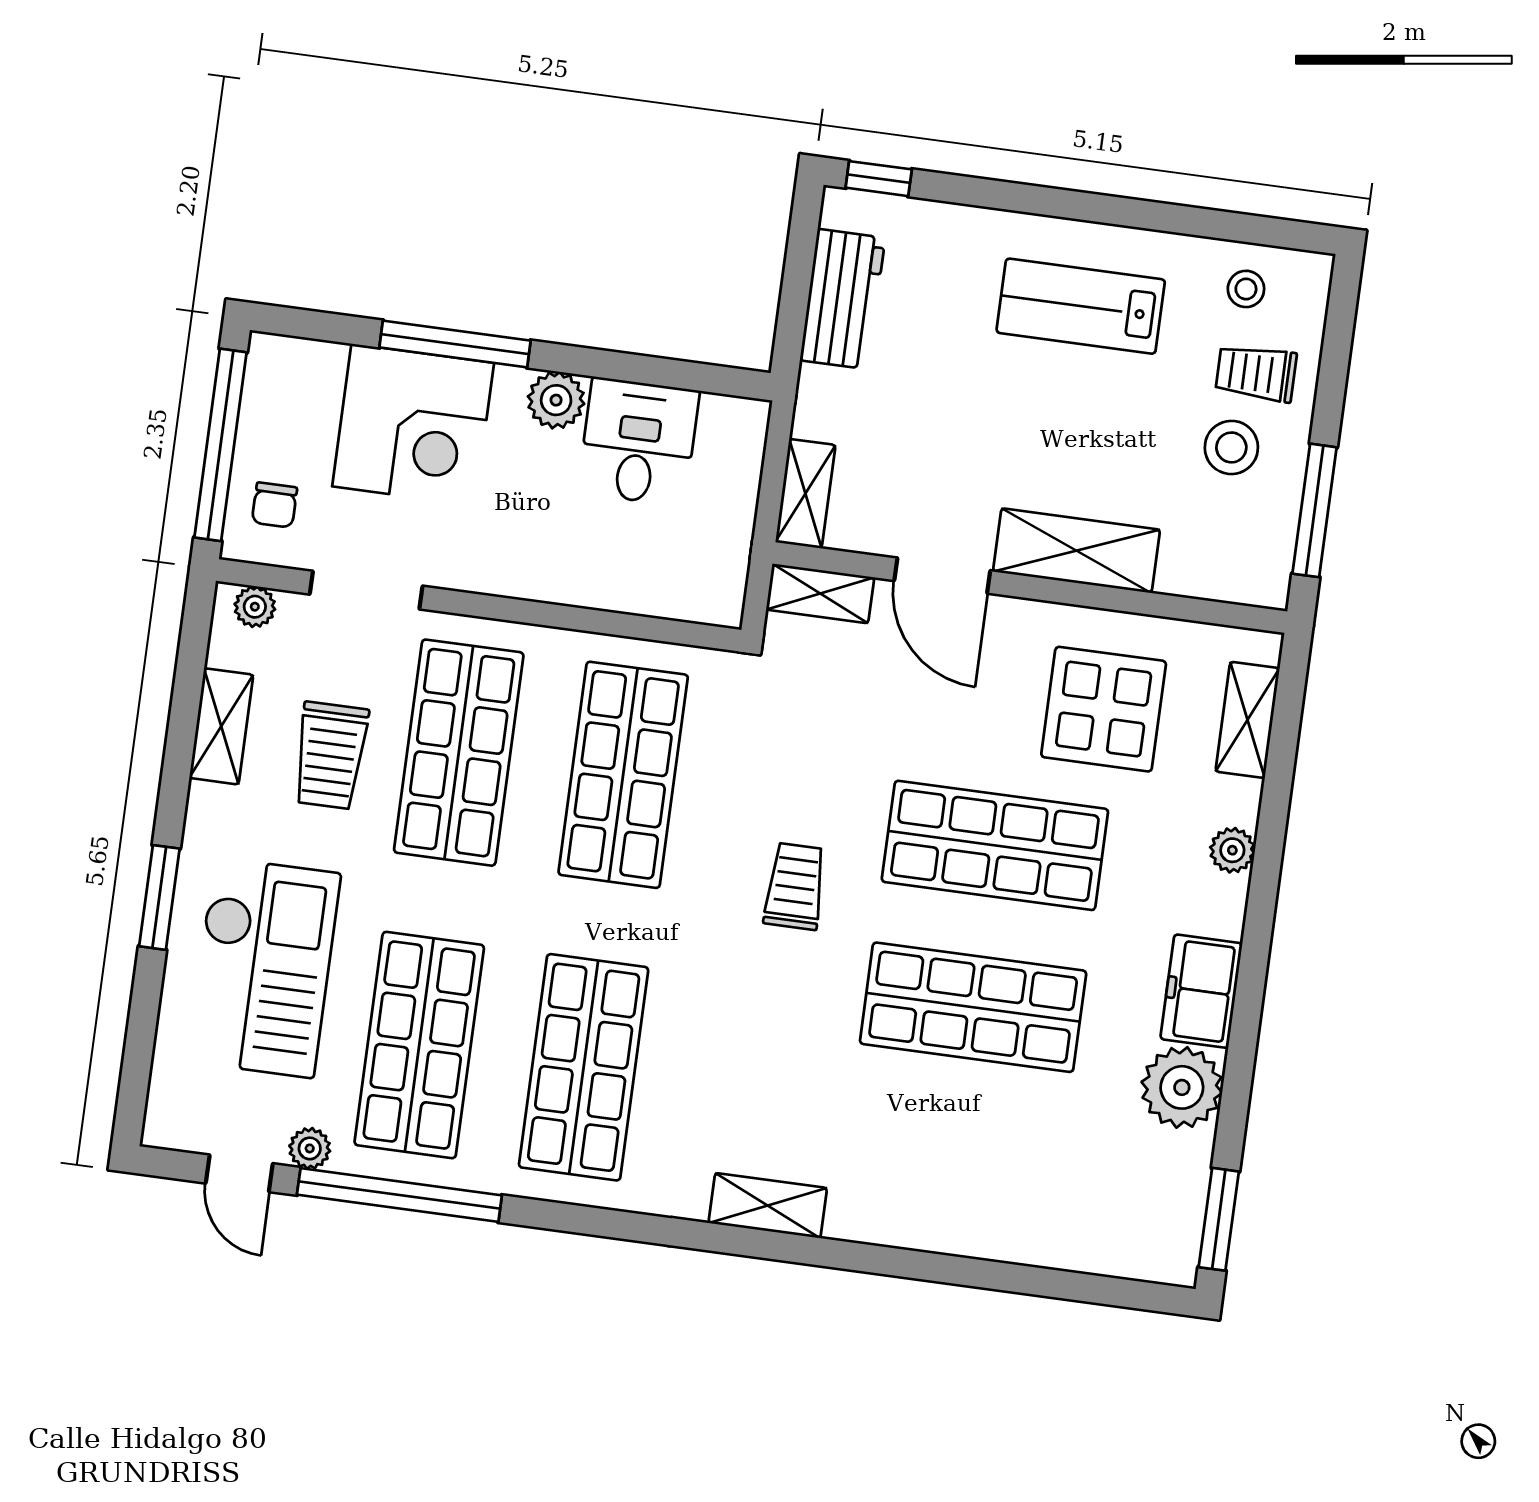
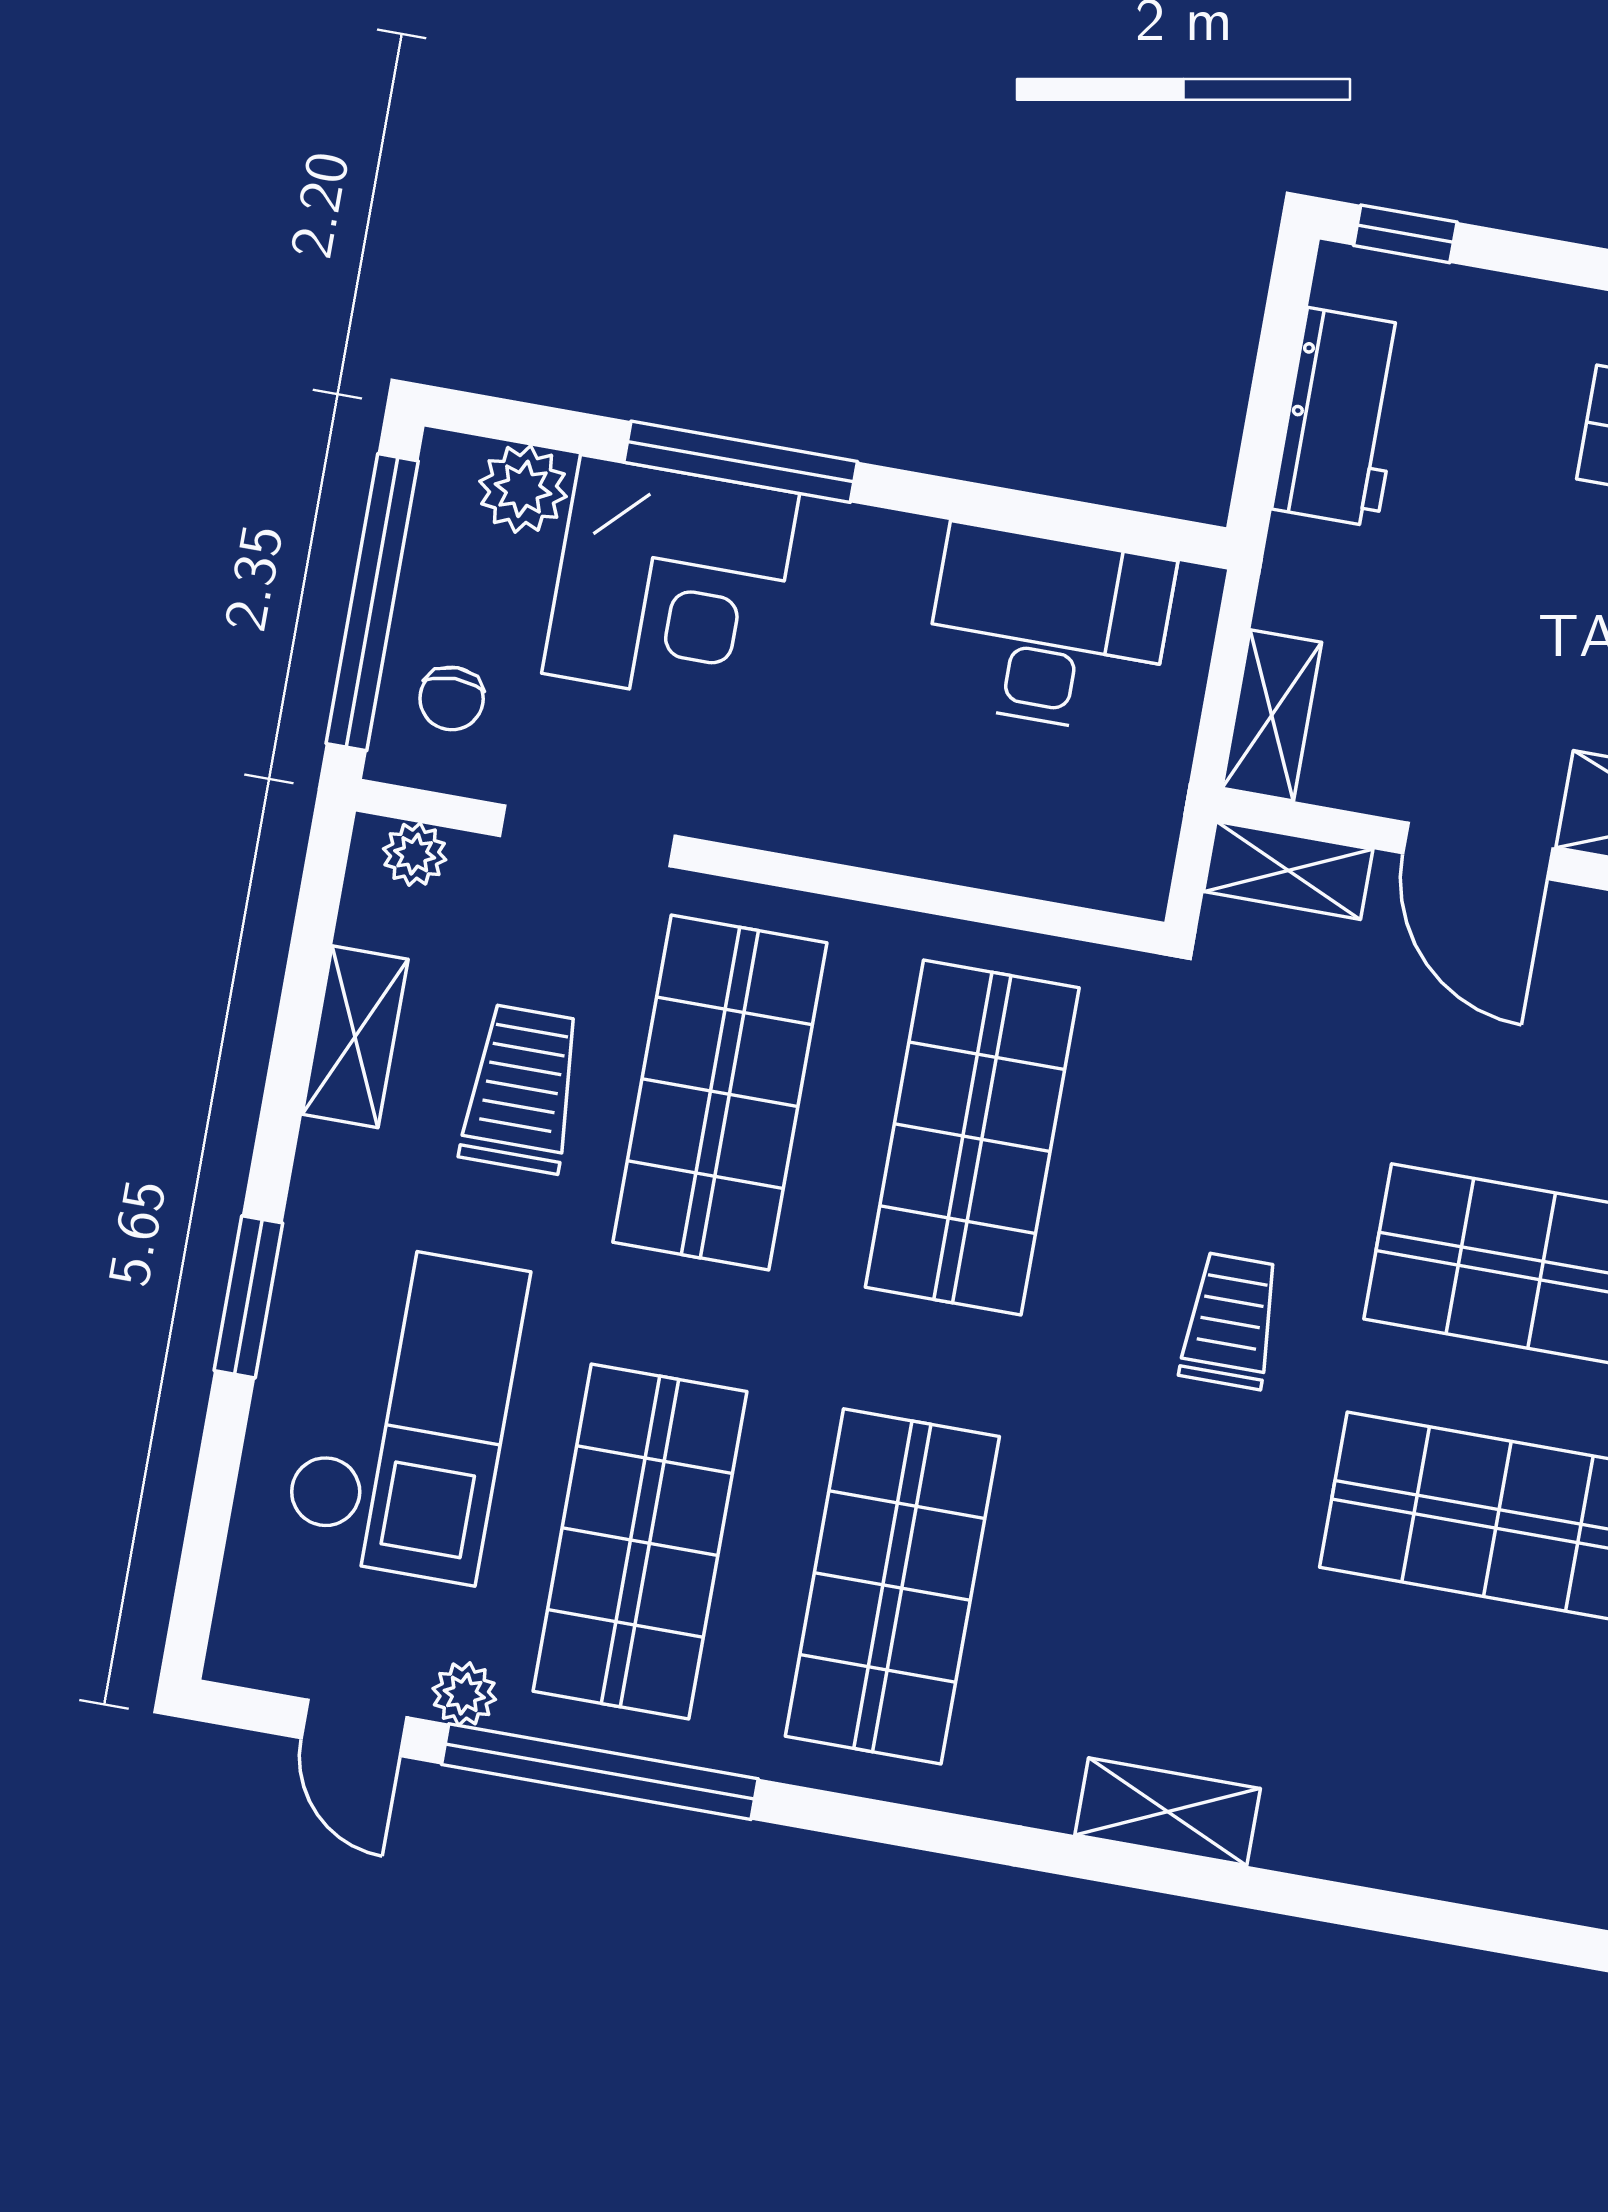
plant: (556, 400) -> (523, 489), moved
desk: (638, 442) -> (1048, 630), width x1.37
trolley: (330, 756) -> (522, 1089), turned 180

